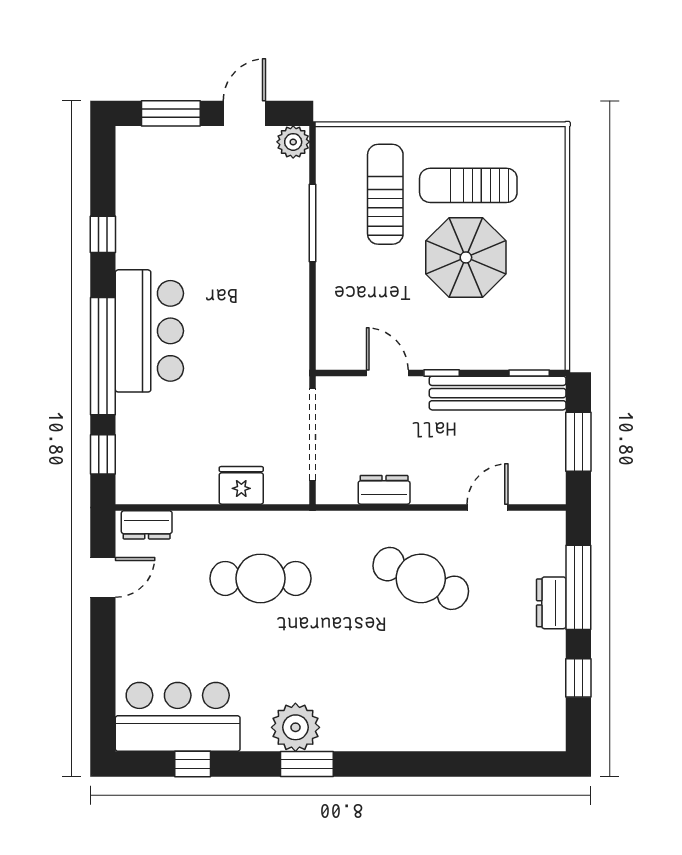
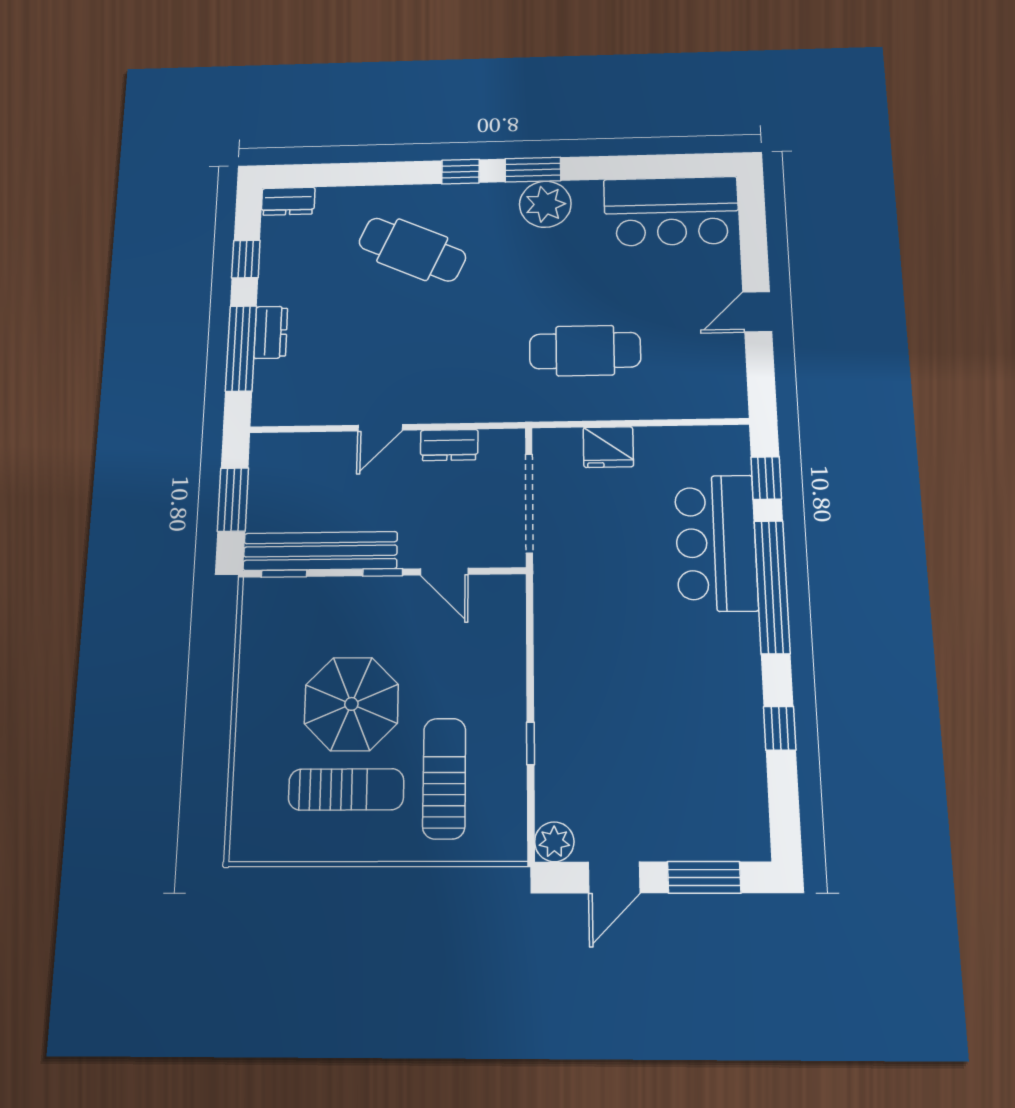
sun lounger: (385, 194) -> (444, 778), turned 180
window: (312, 223) -> (530, 743), width x0.46
bar counter: (149, 331) -> (716, 543), moved
door: (487, 507) -> (380, 428), moved
dresser: (147, 525) -> (288, 201), moved, turned 180
door: (103, 577) -> (757, 312), moved
cafe table: (421, 578) -> (412, 250), moved
window: (193, 764) -> (460, 172), moved

